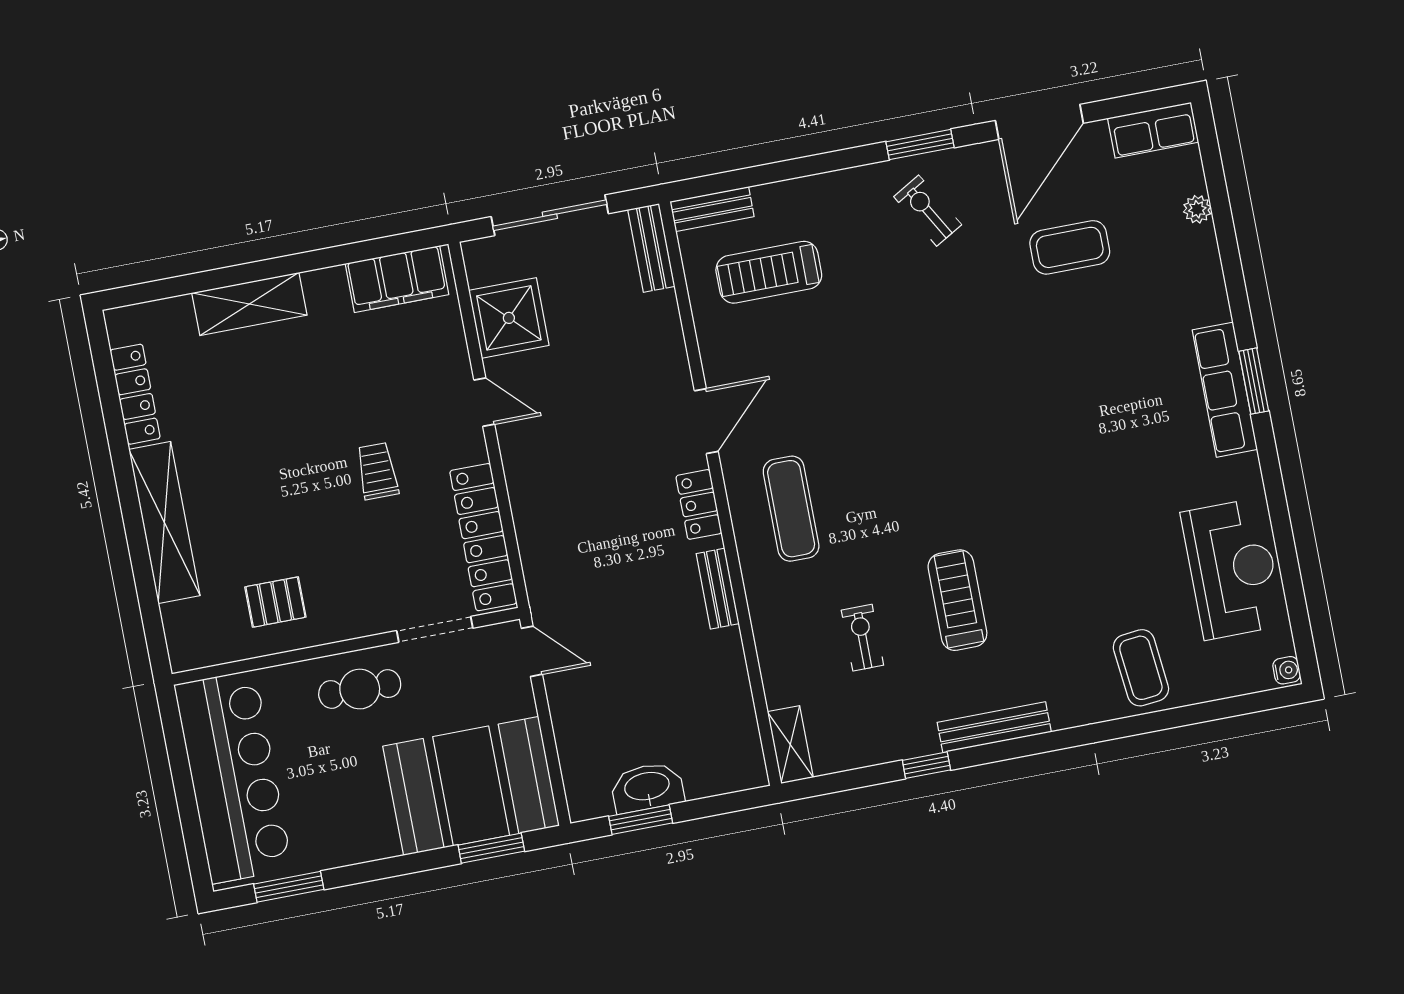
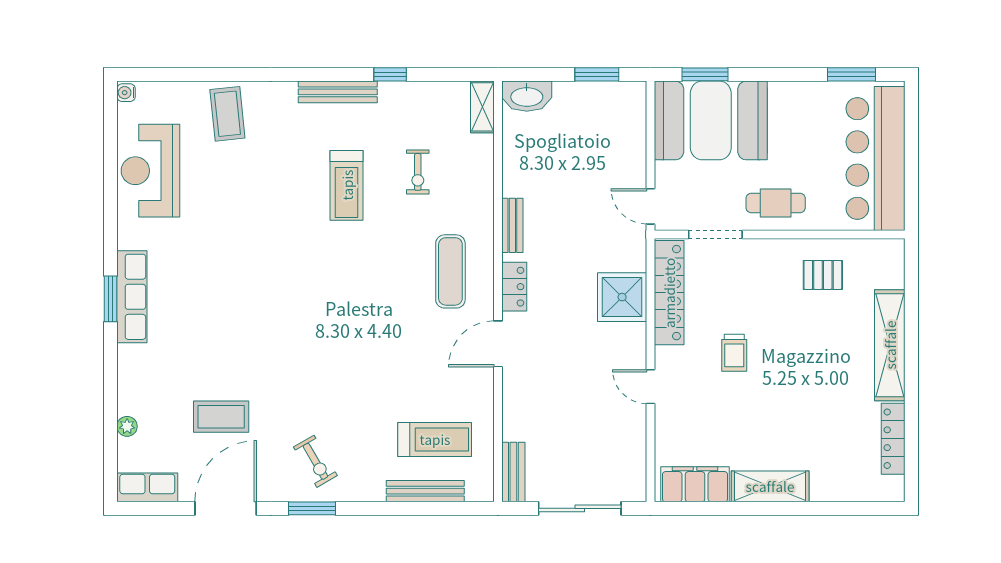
bench: (712, 209) -> (425, 491), moved, width x1.36
shelving: (249, 304) -> (770, 486), moved
shower: (509, 318) -> (622, 297), moved
washbasin: (647, 787) -> (527, 96), moved

